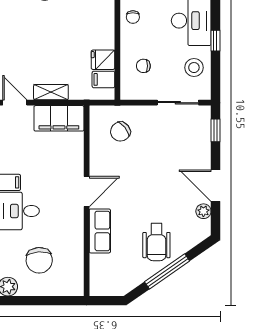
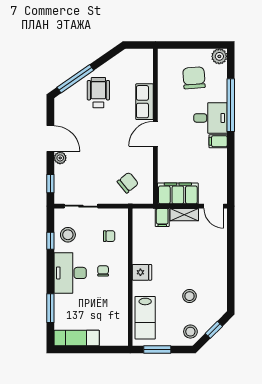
chair: (133, 17) -> (103, 271), moved
window: (215, 41) -> (50, 241), moved
fridge: (103, 60) -> (142, 272), moved
filing cabinet: (103, 79) -> (162, 217), moved, turned 90
plant: (203, 211) -> (60, 158), moved
window: (167, 271) -> (75, 79), moved

